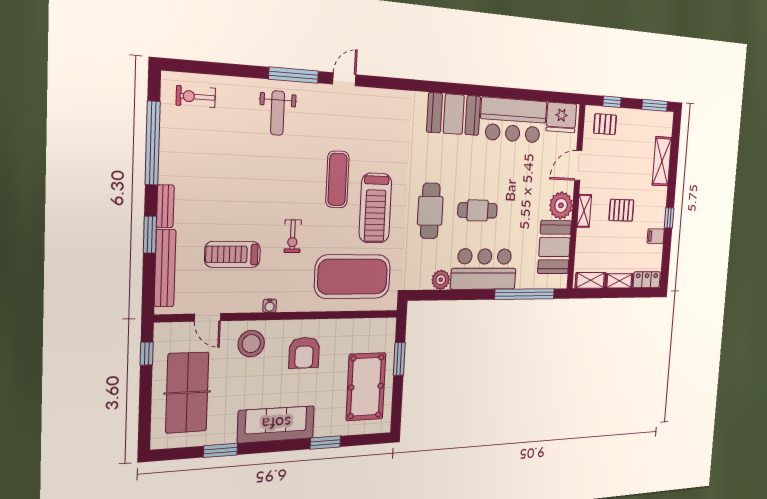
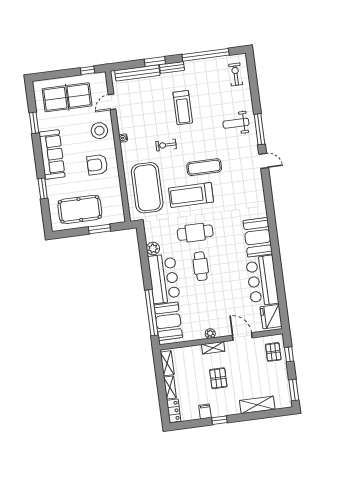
plant: (561, 205) -> (210, 333), width x0.53, depth x0.53
booth: (555, 247) -> (168, 321), moved, turned 90
treadmill: (233, 254) -> (183, 108), moved, turned 180

